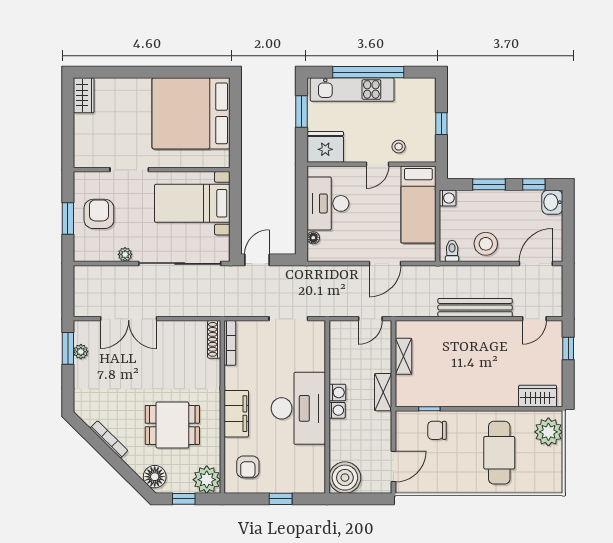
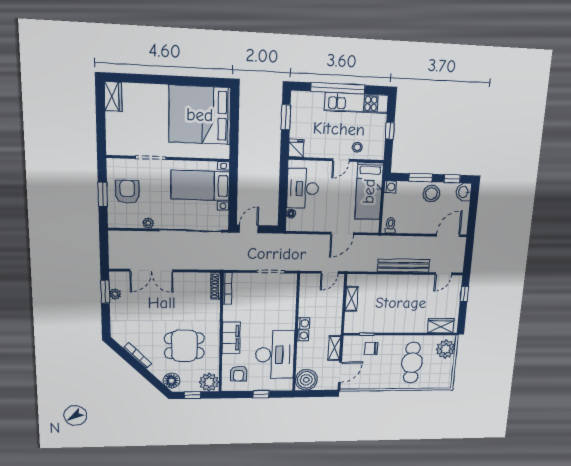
kitchen unit: (352, 89) -> (356, 103), moved
fridge: (325, 147) -> (296, 148), width x0.53, depth x0.75
stool: (486, 244) -> (431, 194), moved
shelving: (383, 392) -> (334, 348), moved
desk: (298, 408) -> (275, 355), moved

